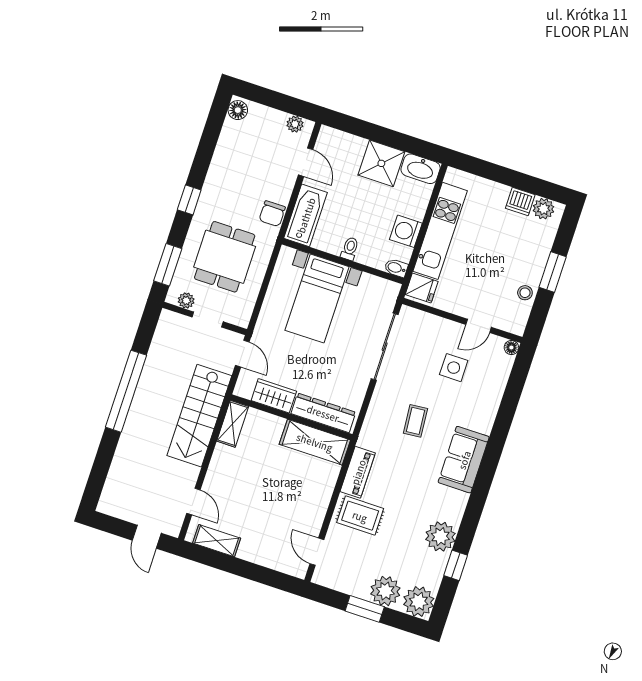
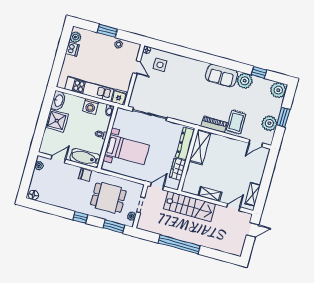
side table: (454, 368) -> (160, 65), moved
coffee table: (415, 421) -> (187, 97), removed
shelving: (233, 424) -> (210, 194), moved
sofa: (464, 460) -> (221, 76), moved
plant: (385, 591) -> (269, 123), moved

